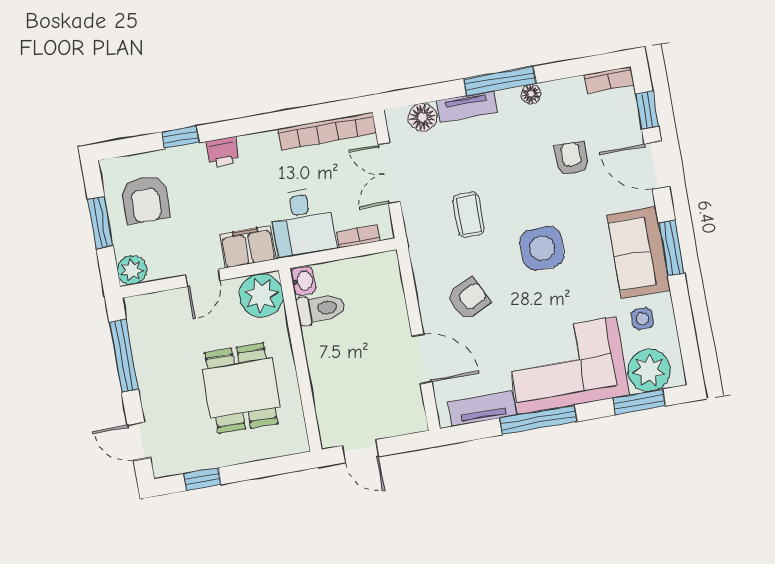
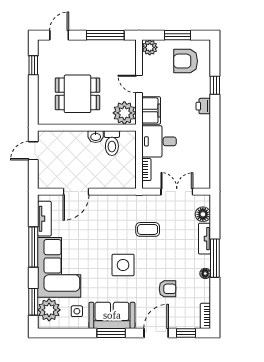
bookcase: (327, 131) -> (205, 163), removed
washbasin: (303, 281) -> (96, 137), moved
armchair: (469, 299) -> (103, 222), removed

